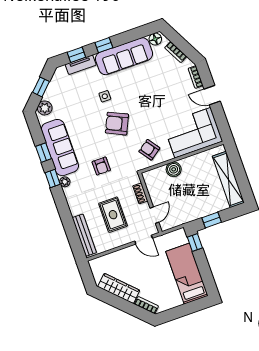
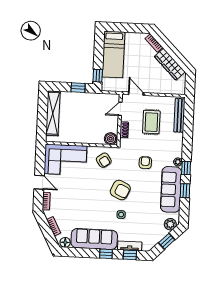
boiler: (174, 169) -> (111, 139), moved

